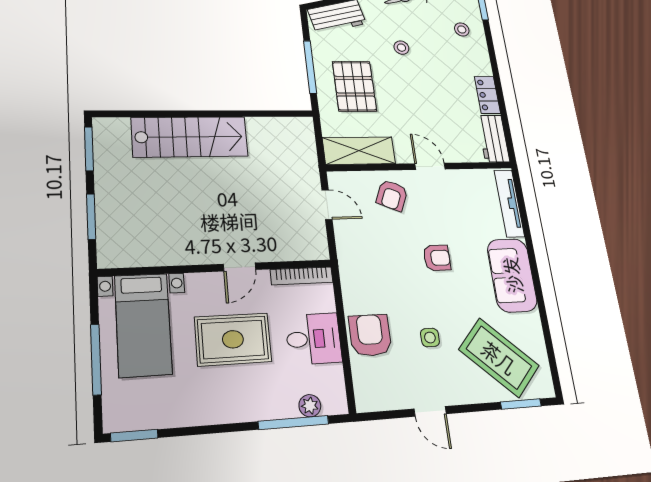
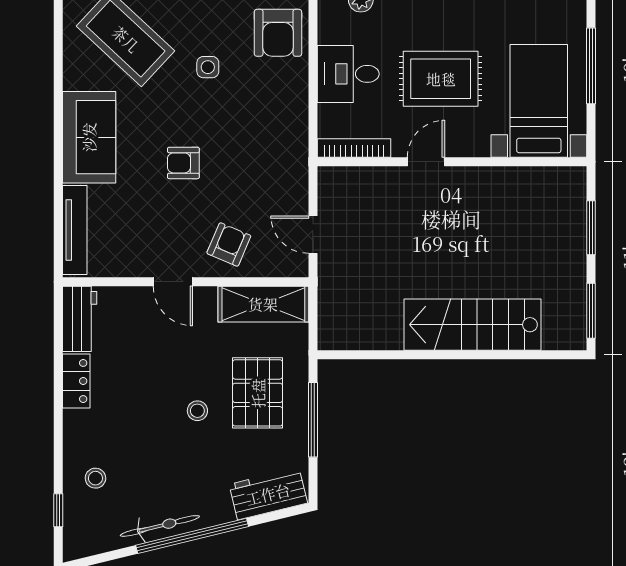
stool: (401, 48) -> (197, 411), moved
armchair: (370, 335) -> (278, 33), moved

